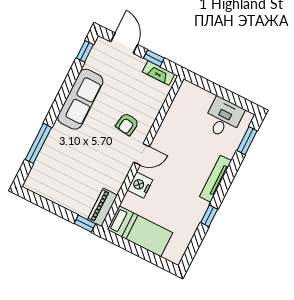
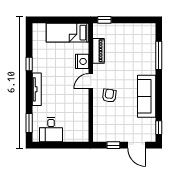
fireplace: (159, 73) -> (106, 137), removed
piano: (102, 207) -> (98, 51), moved

